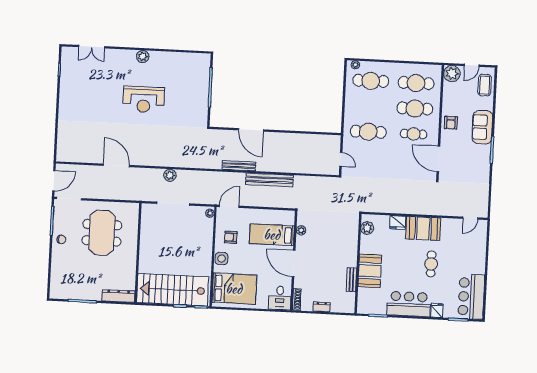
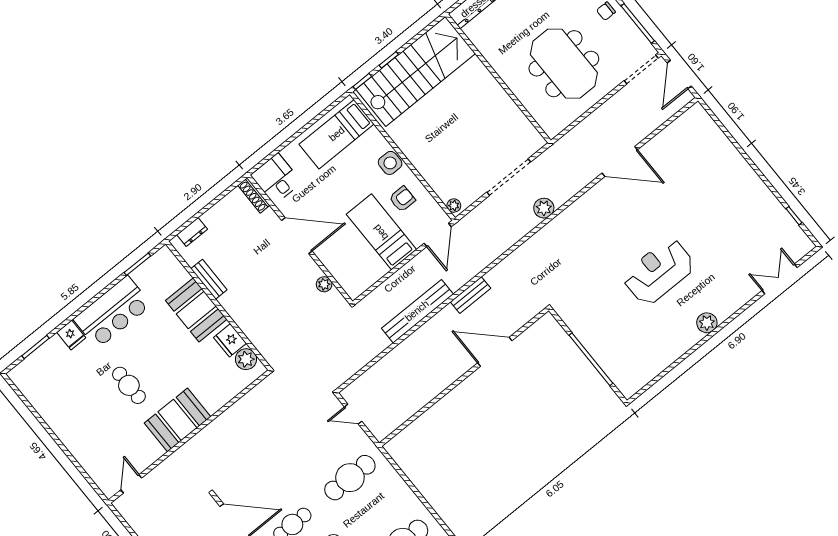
bench: (239, 166) -> (470, 295), width x0.73
fridge: (398, 222) -> (230, 340), moved, turned -90
bed: (272, 235) -> (381, 232), moved, turned -90
bed: (234, 289) -> (337, 134), width x0.67
bar counter: (471, 297) -> (44, 389), removed
dresser: (322, 307) -> (192, 232), moved

